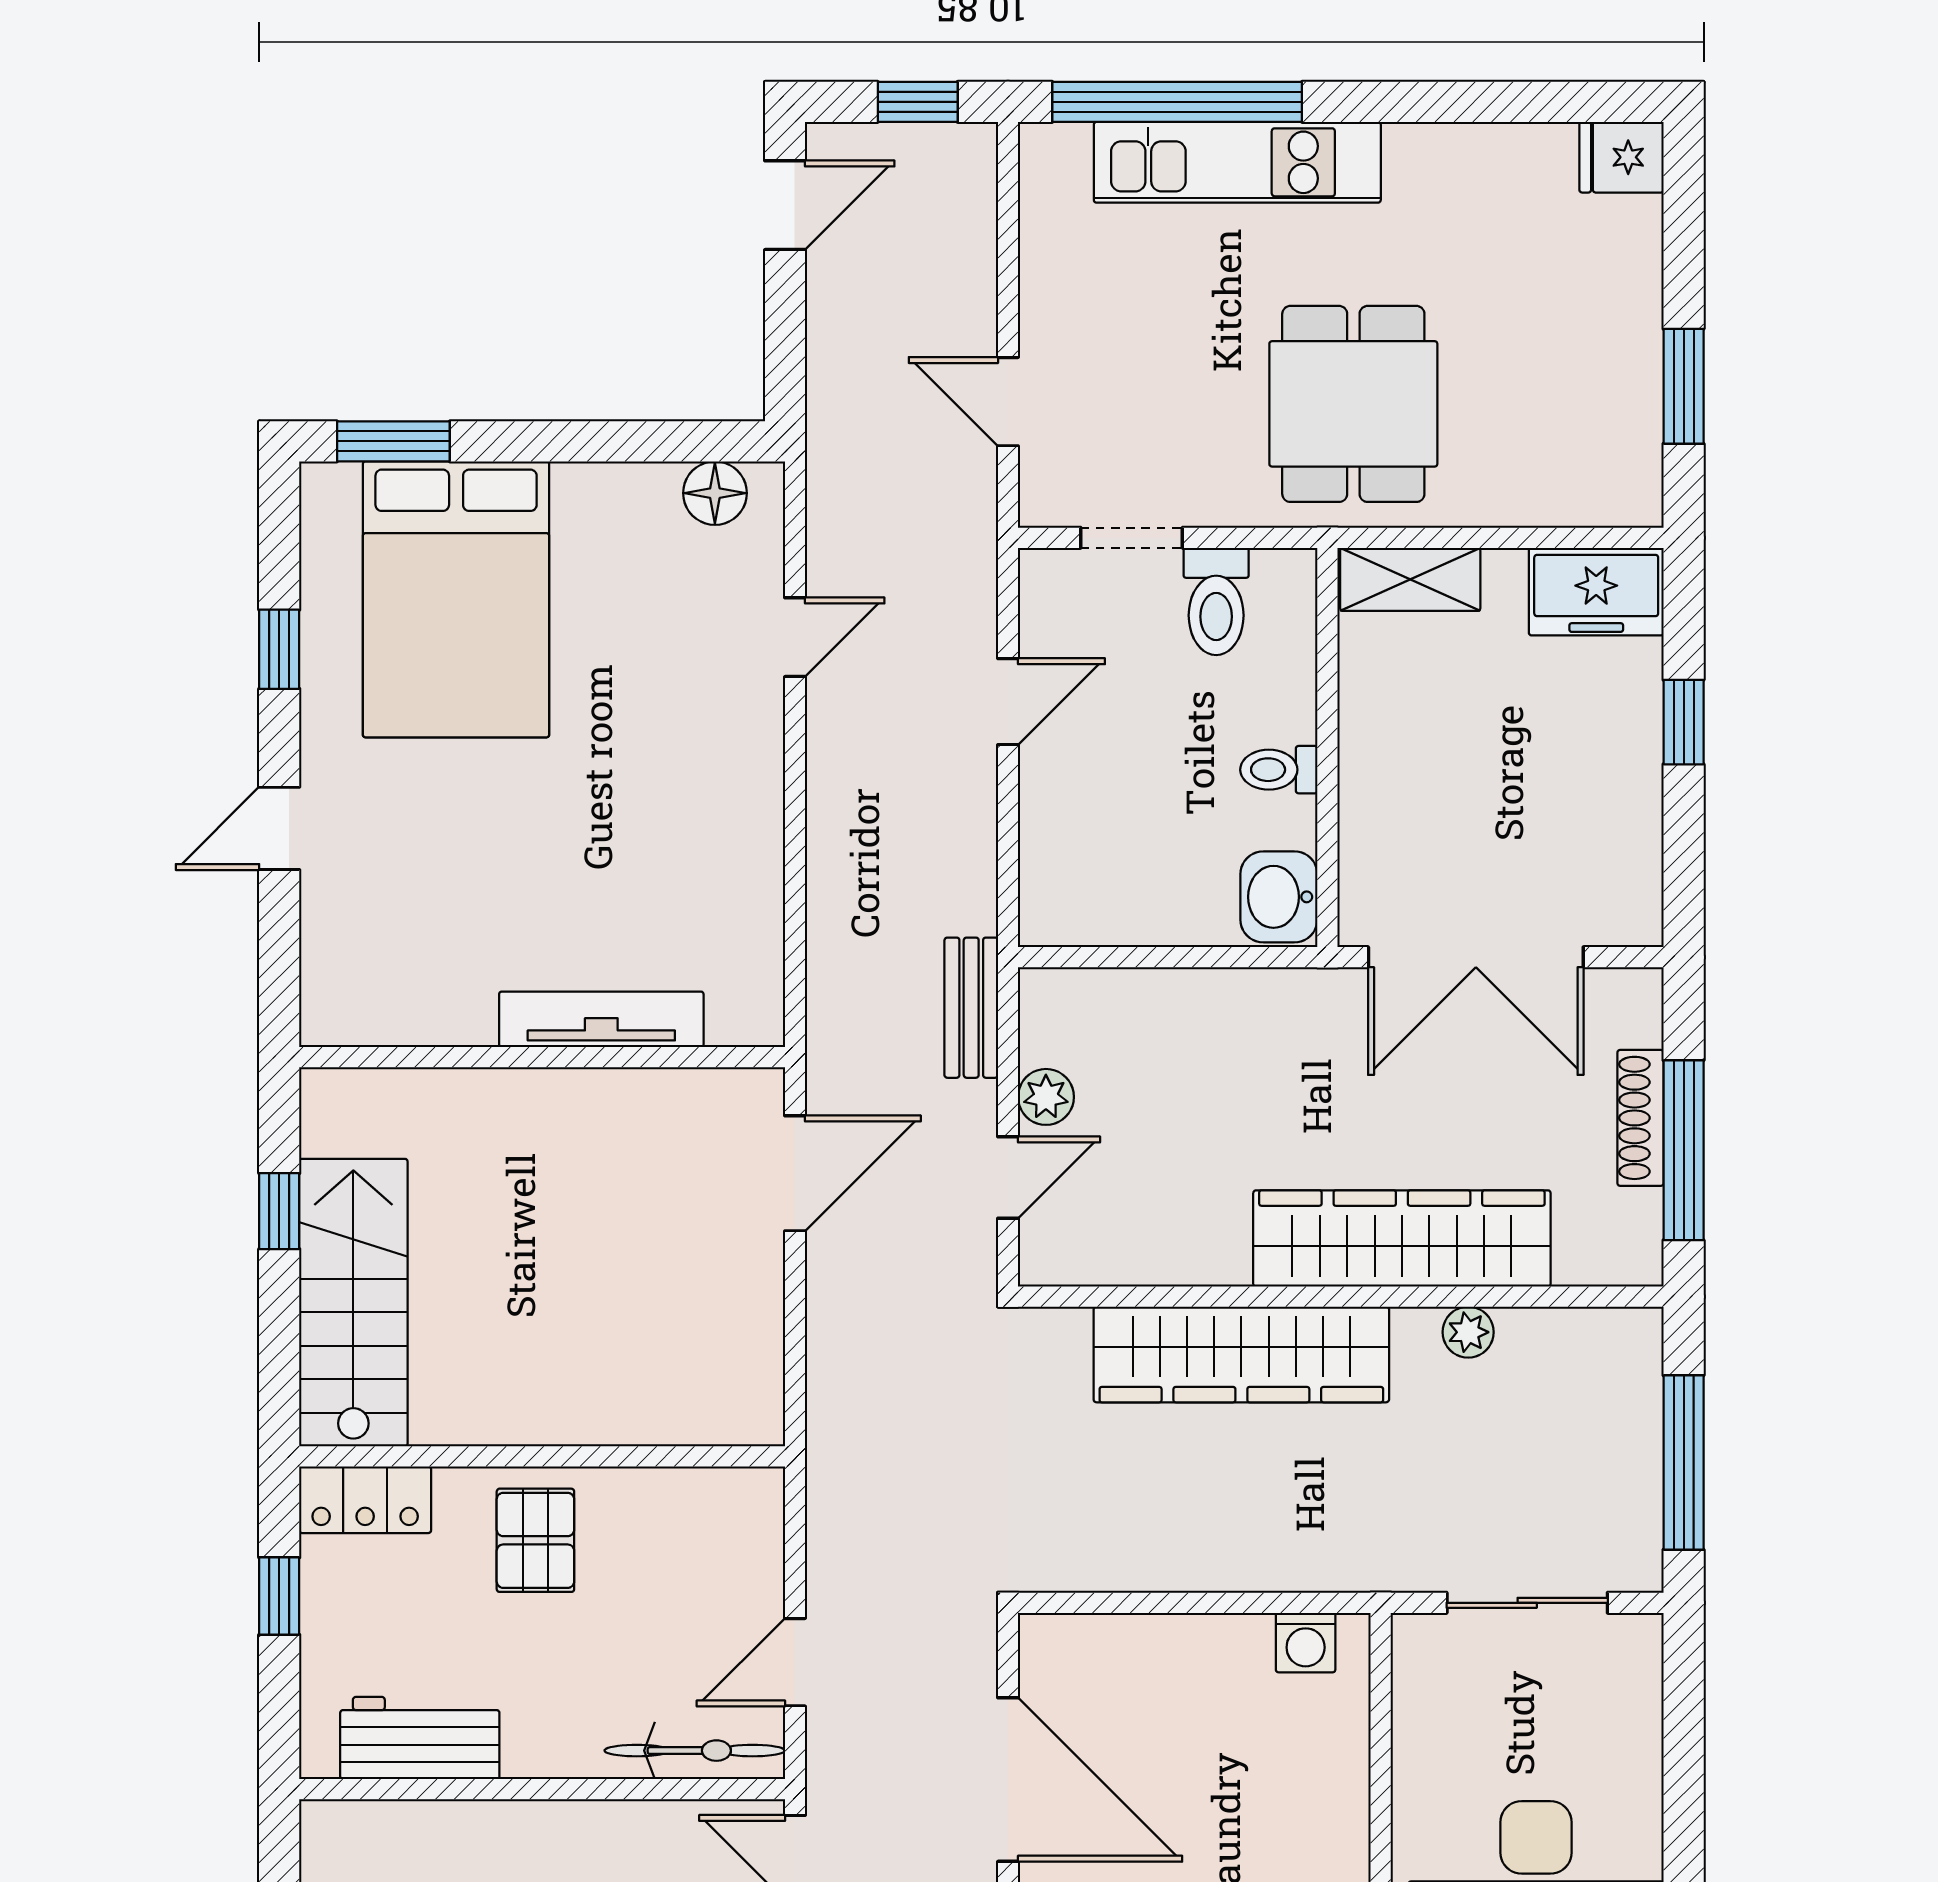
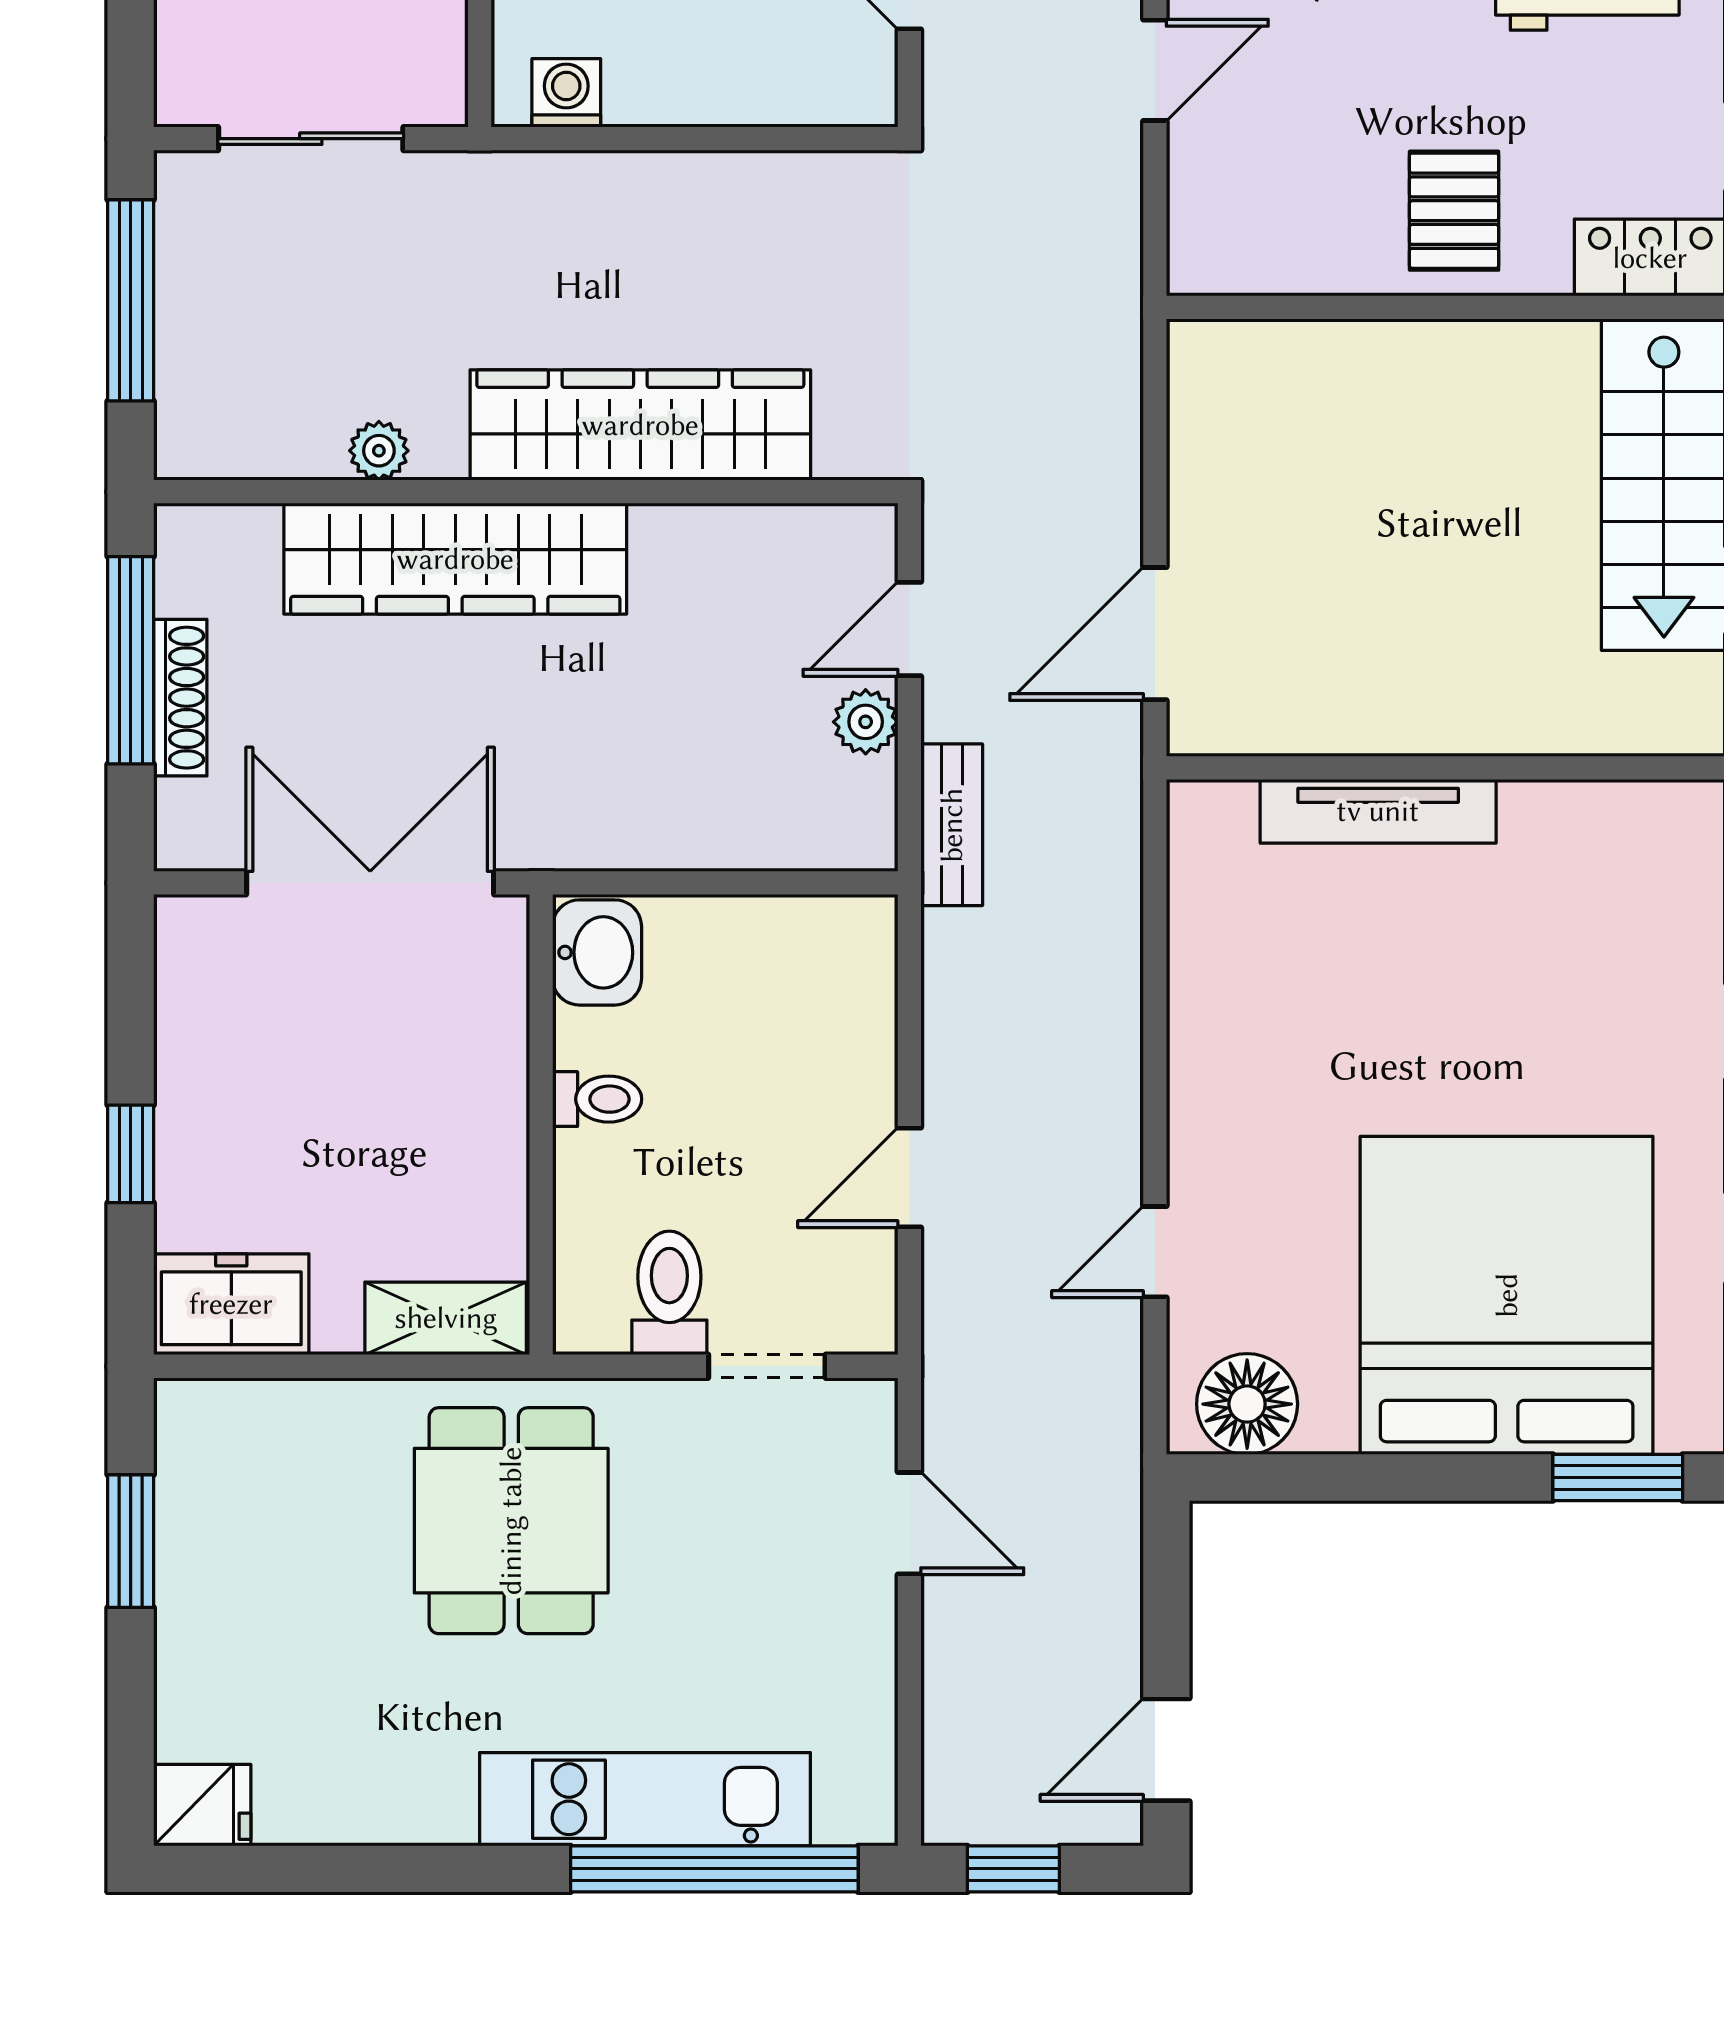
floor lamp: (715, 493) -> (1247, 1404), width x1.38, depth x1.38
bed: (456, 599) -> (1507, 1295), width x1.36

